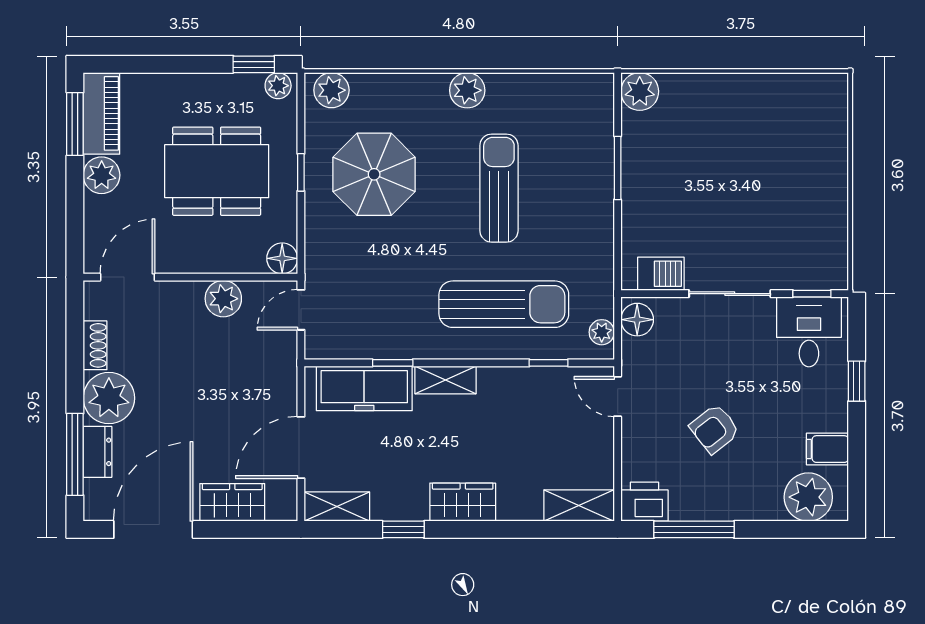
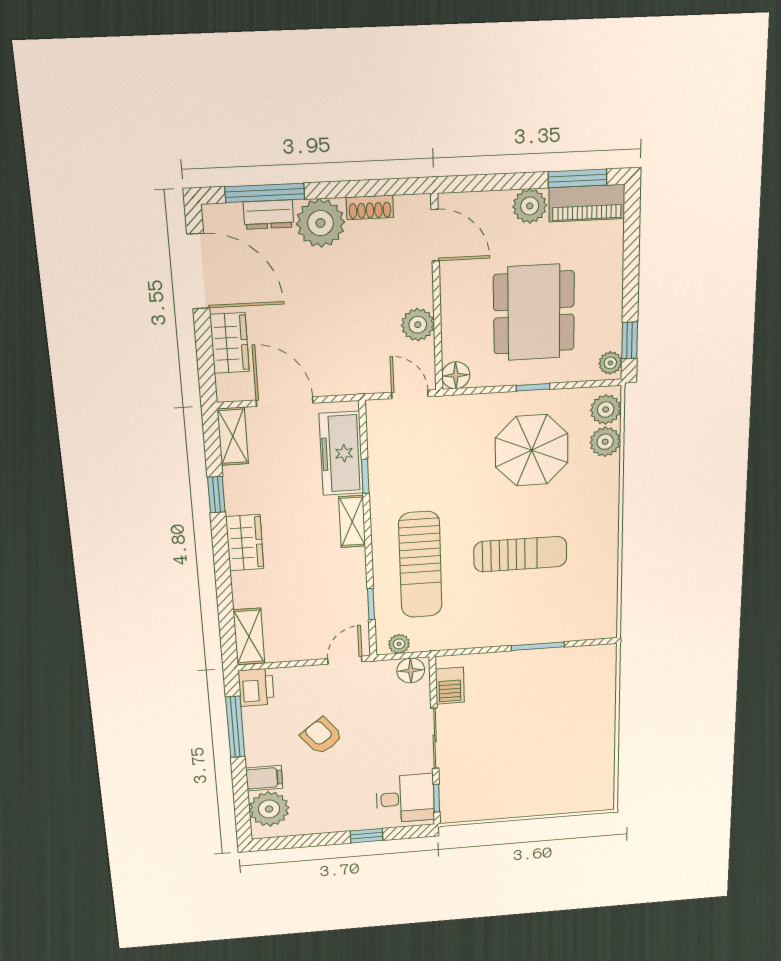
plant: (467, 90) -> (605, 442), moved
plant: (640, 91) -> (601, 659), removed
filing cabinet: (827, 449) -> (264, 778), moved, turned 90

